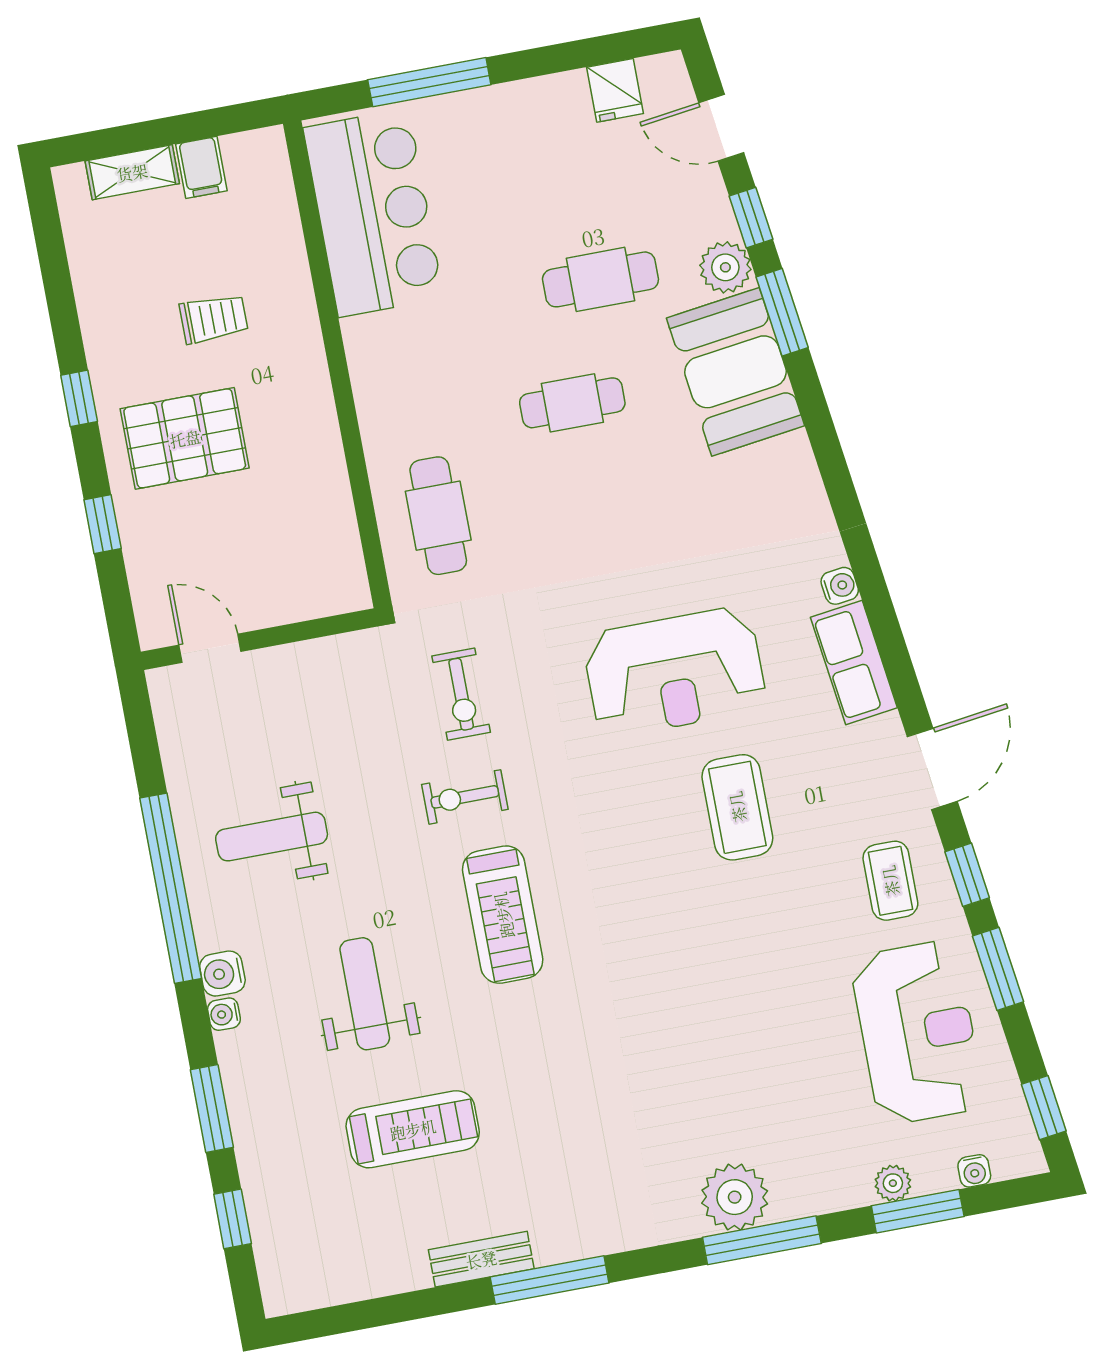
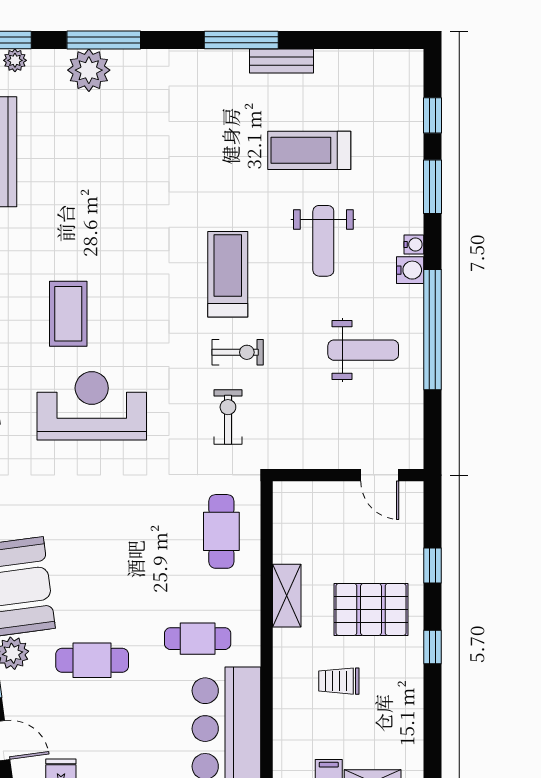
cafe table: (572, 403) -> (198, 639), moved
shelving: (319, 435) -> (287, 596), added
plant: (735, 1197) -> (89, 70), moved

